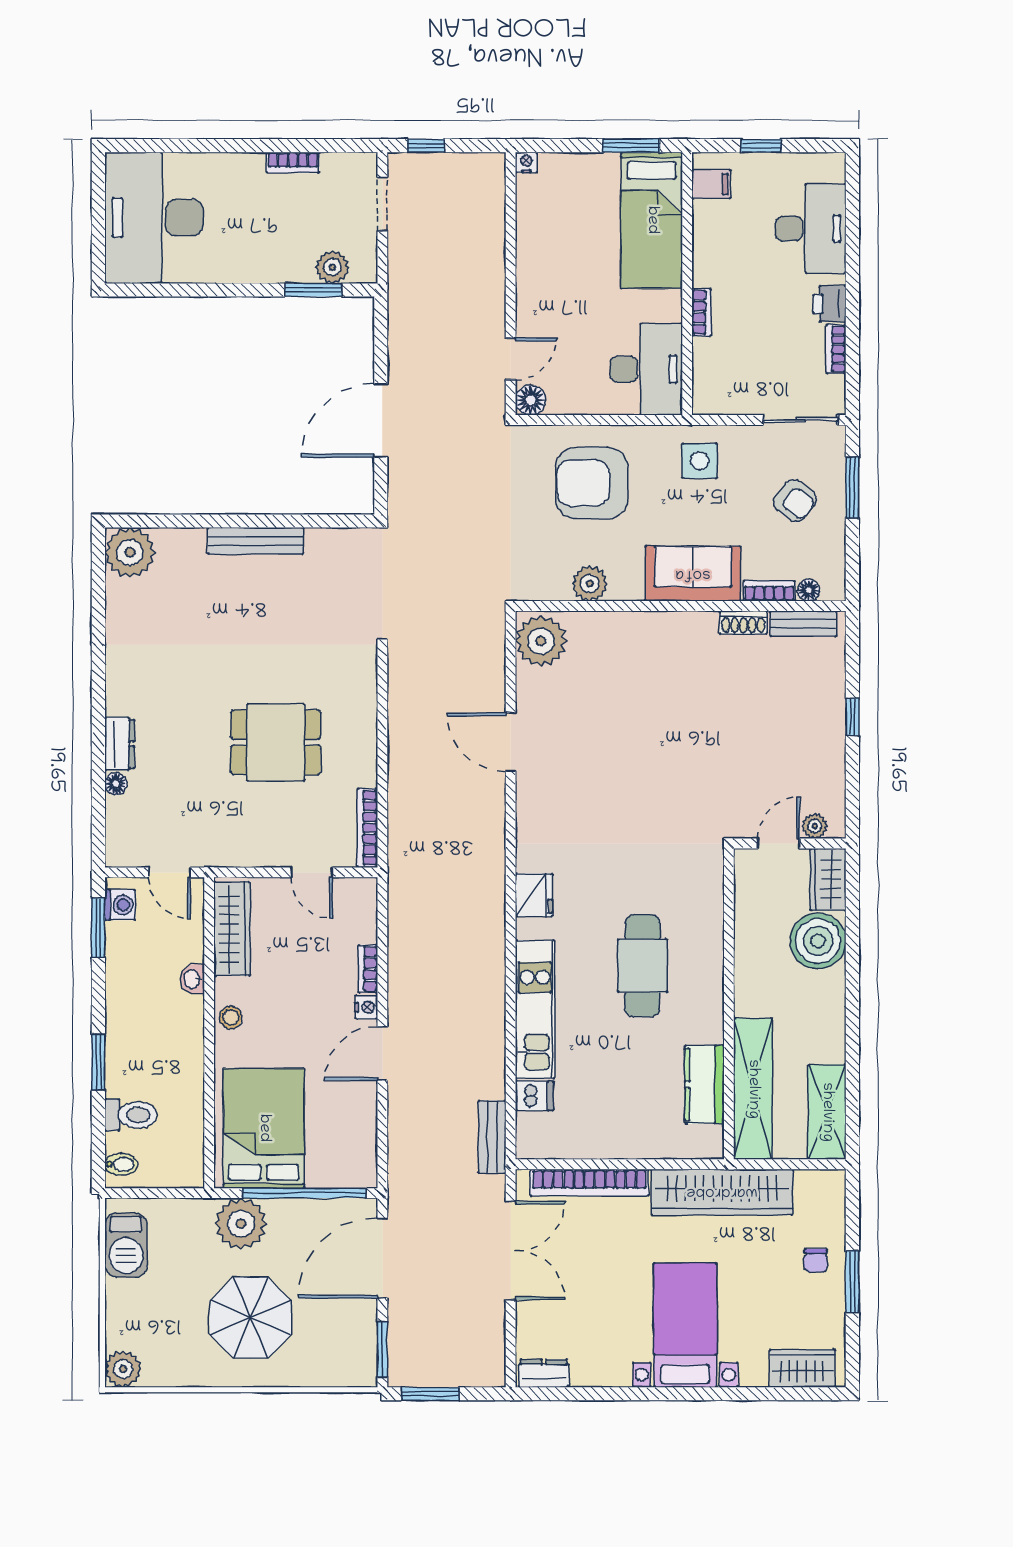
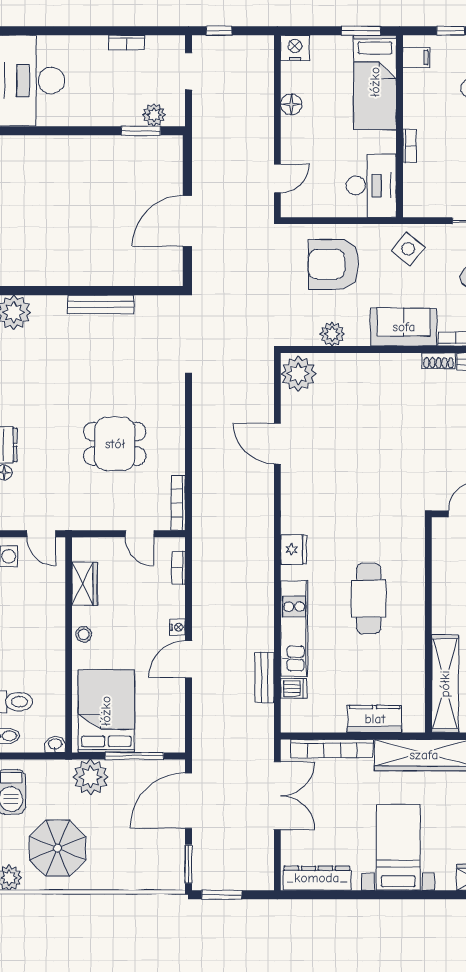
nightstand: (526, 162) -> (295, 48), width x1.89, depth x1.79
floor lamp: (531, 400) -> (291, 104), moved
side table: (700, 461) -> (408, 249), turned 38
wardrobe: (232, 929) -> (85, 584), width x0.67
bookcase: (368, 969) -> (179, 568), moved
washbasin: (192, 979) -> (55, 744), moved, turned 90
kitchen counter: (704, 1085) -> (375, 719), moved, turned 90
bench: (492, 1137) -> (264, 678), moved
window: (304, 1193) -> (134, 756), width x0.68
parasol: (250, 1317) -> (58, 848), moved
dresser: (544, 1373) -> (317, 878), width x1.96, depth x1.24

